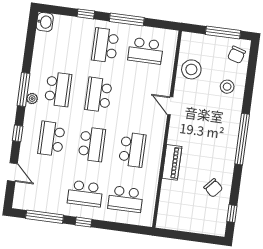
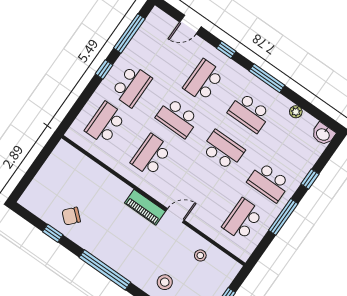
school desk: (105, 45) -> (269, 182), turned 180
stool: (191, 69) -> (200, 255), width x0.53, depth x0.53
plant: (32, 99) -> (296, 112), moved
school desk: (51, 139) -> (204, 81), turned -90
school desk: (132, 150) -> (151, 155), turned 90
piano: (172, 162) -> (145, 207), moved
school desk: (85, 194) -> (132, 86), turned 180
window: (232, 214) -> (53, 233), moved

